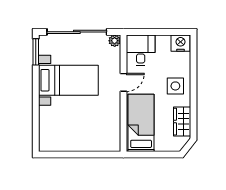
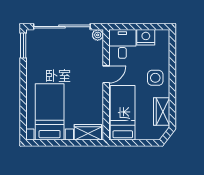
nightstand: (181, 43) -> (146, 37), moved
bed with nightstands: (68, 80) -> (50, 112), moved, turned -90
wardrobe: (104, 143) -> (88, 132), added

